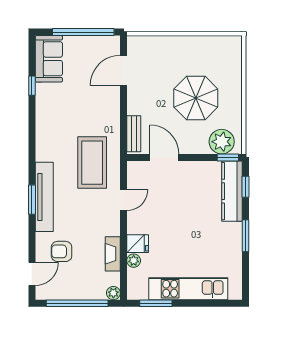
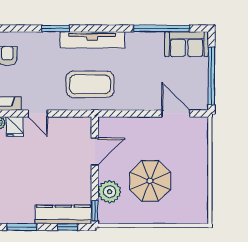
window: (32, 86) -> (162, 28), width x3.17
bench: (134, 134) -> (117, 123), removed
plant: (222, 142) -> (110, 192), moved
tv unit: (44, 197) -> (92, 40), moved
door: (123, 200) -> (38, 114), moved

